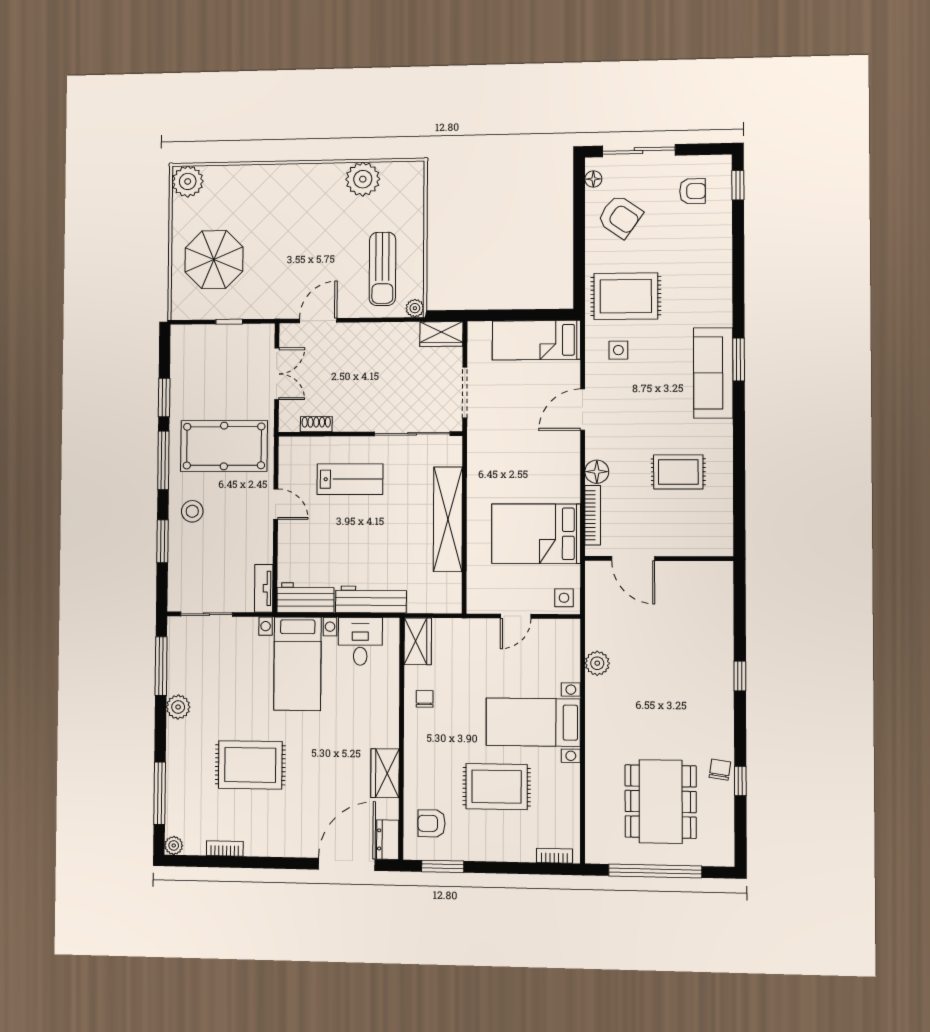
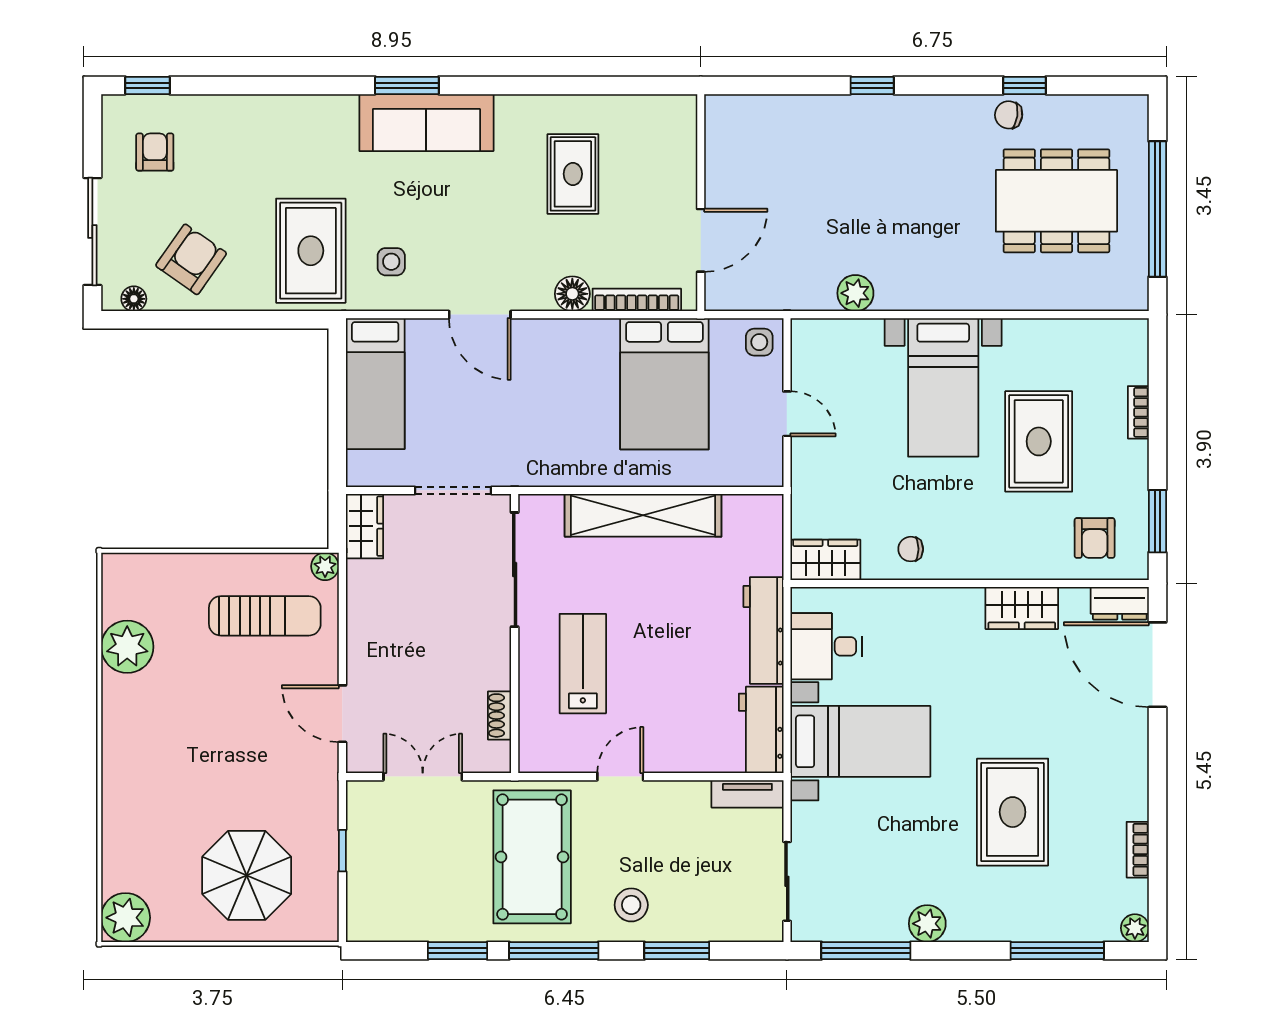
bookcase: (554, 856) -> (1138, 412), moved

